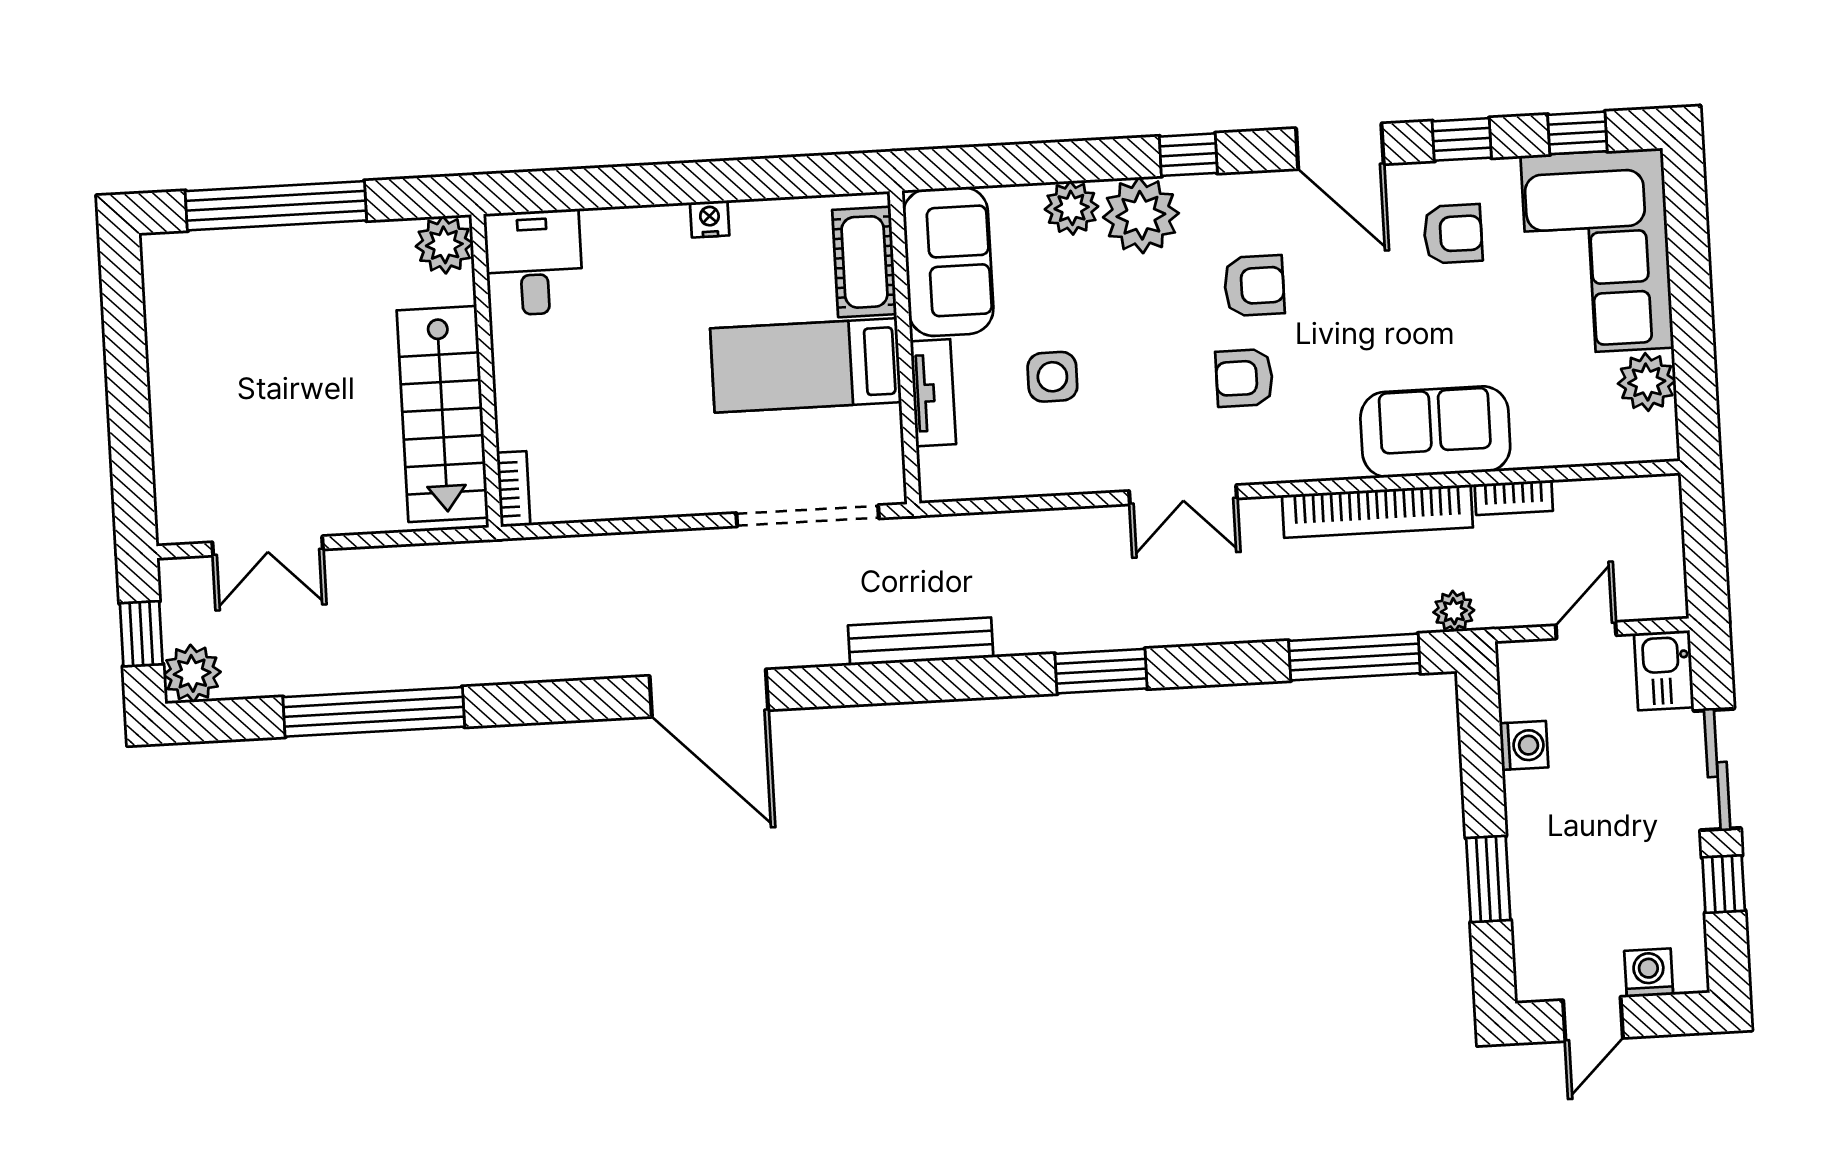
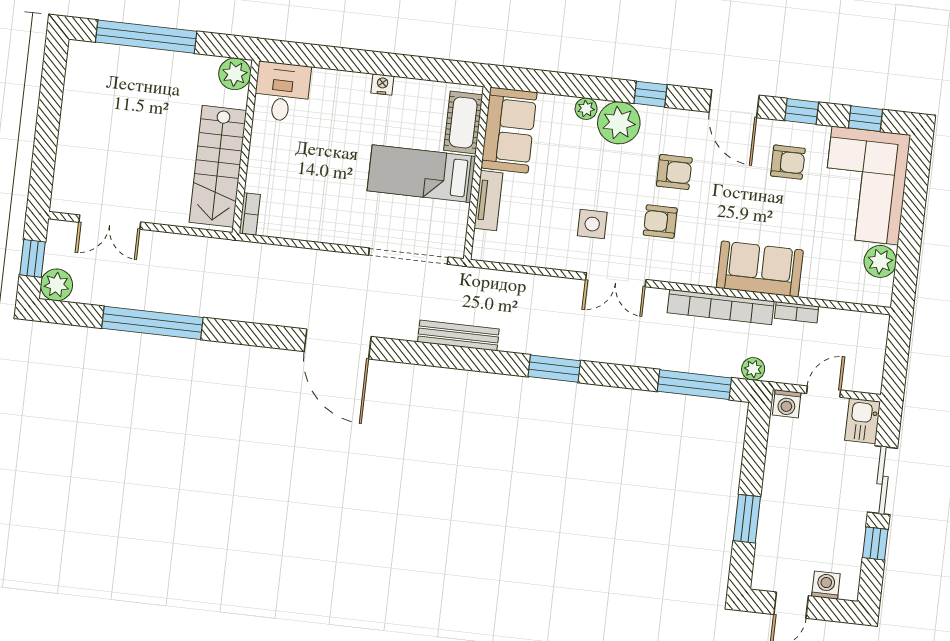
plant: (1072, 208) -> (586, 109), width x0.73, depth x0.73
side table: (1052, 377) -> (592, 224), moved
washing machine: (1524, 745) -> (787, 404), moved, turned 90

